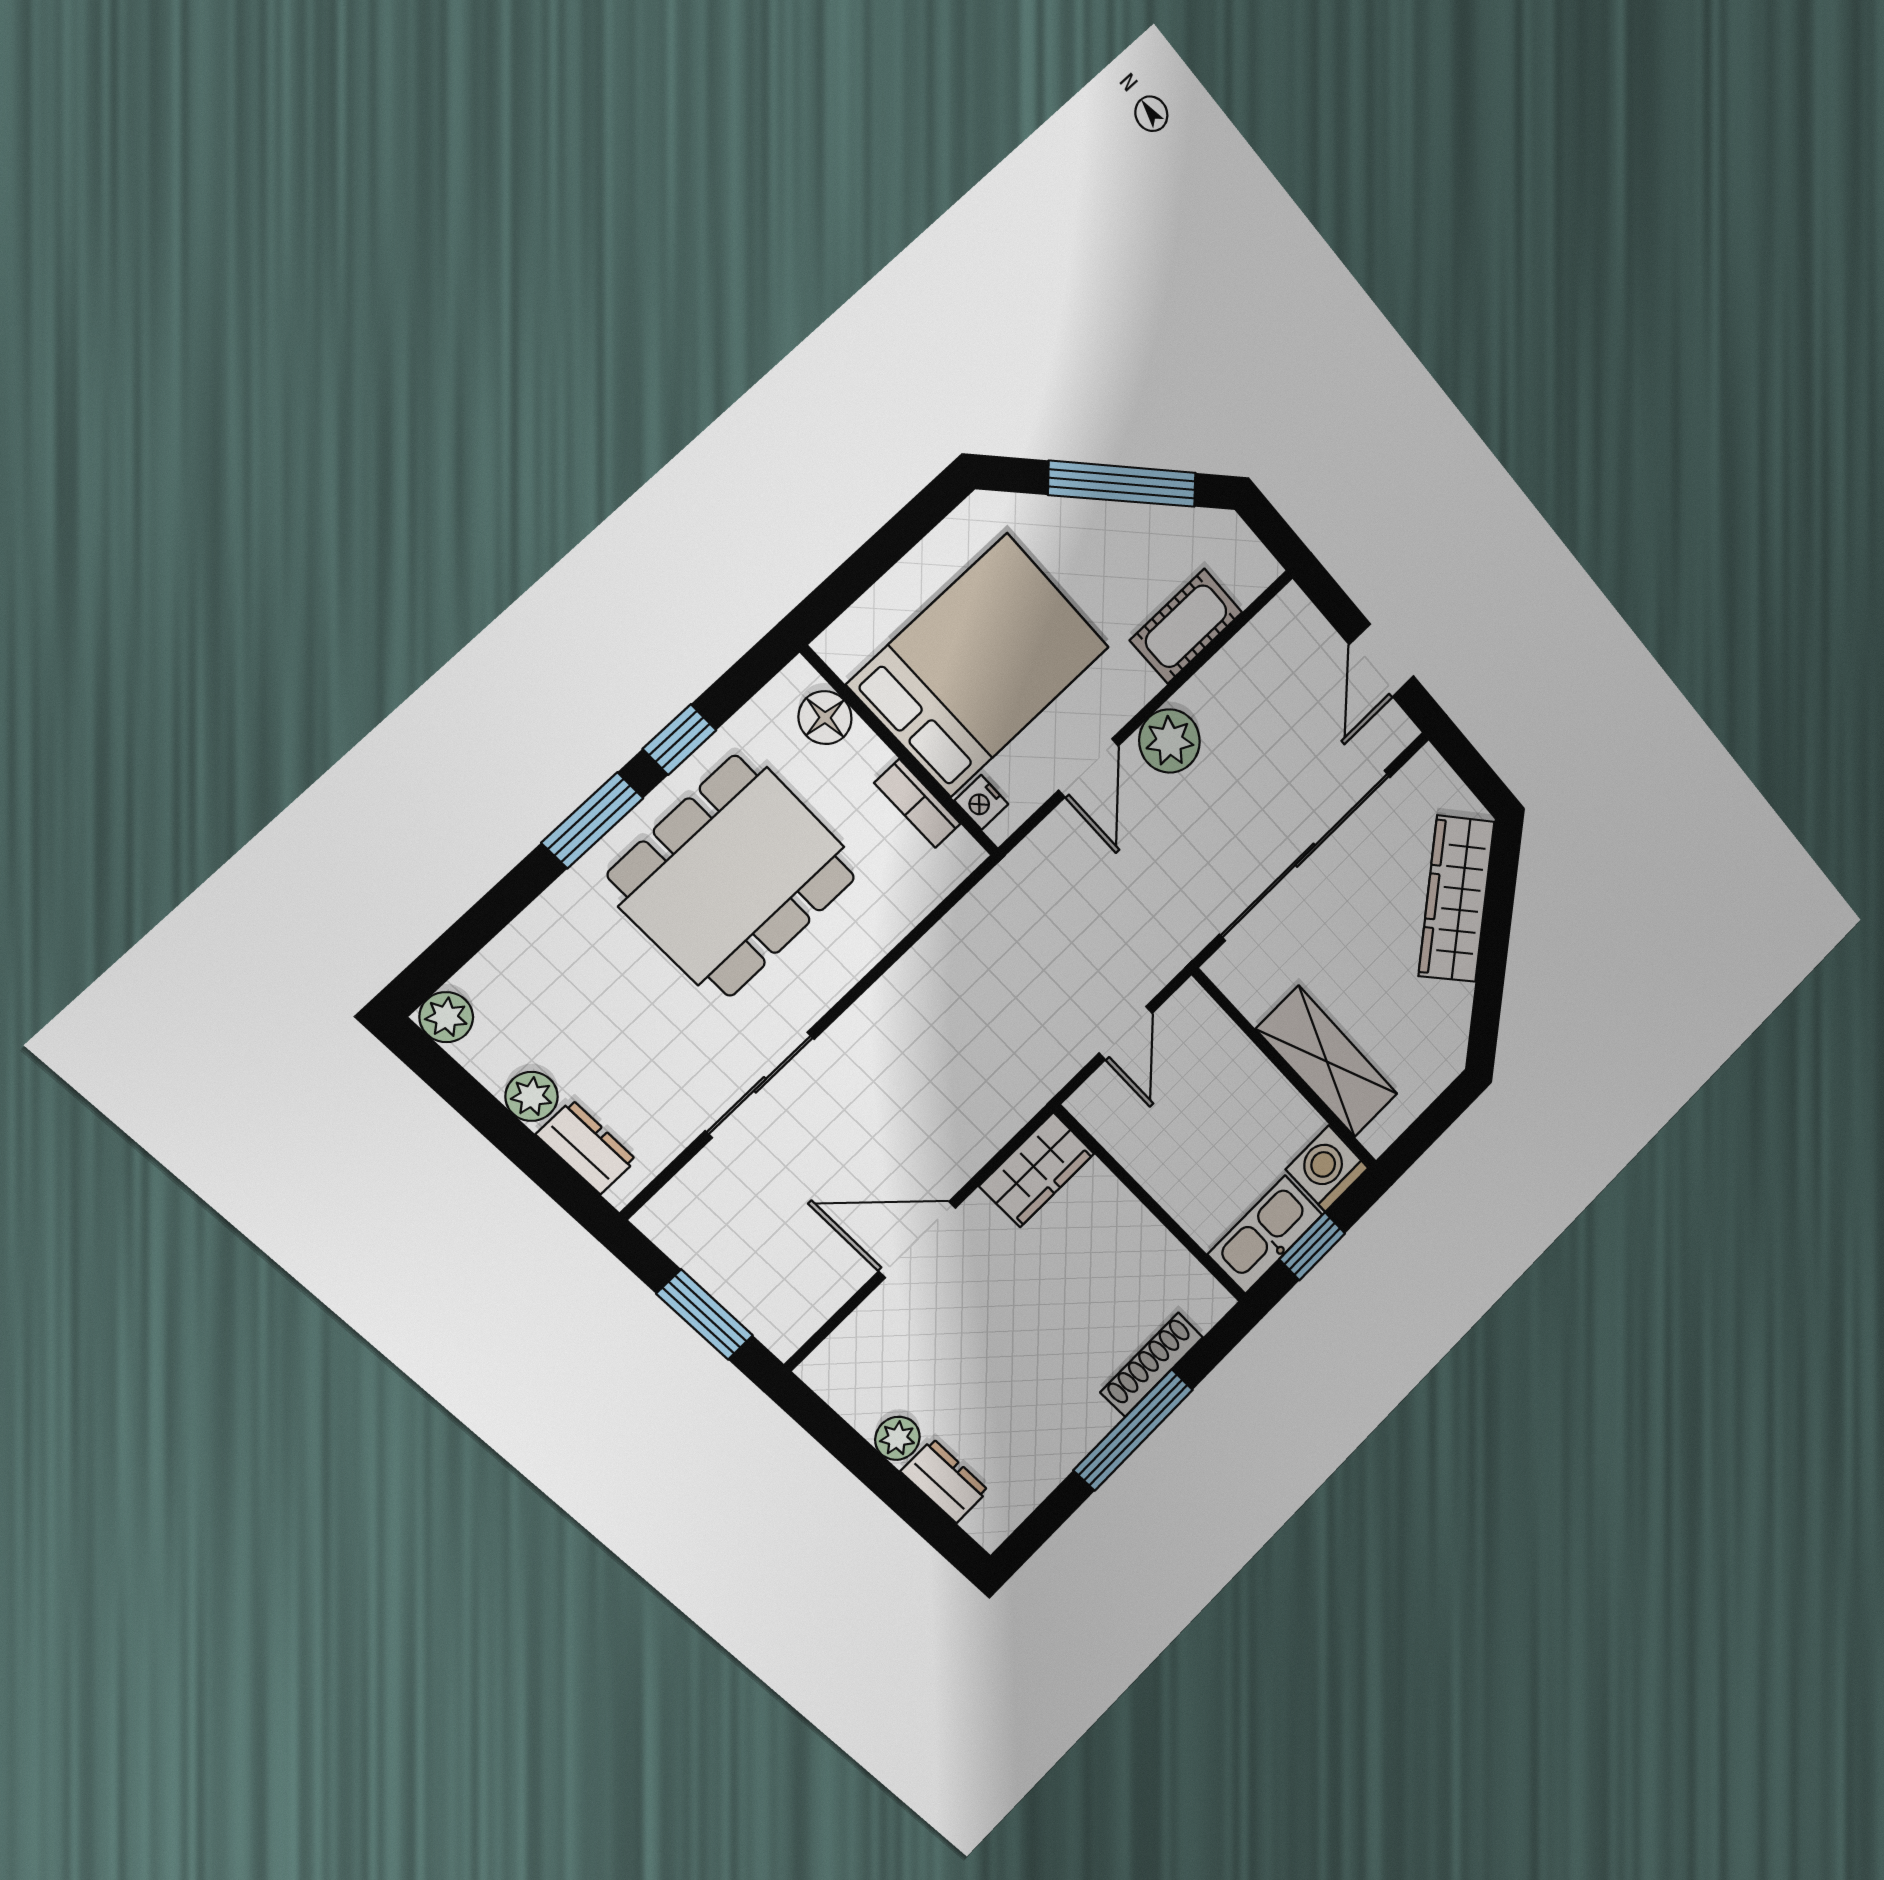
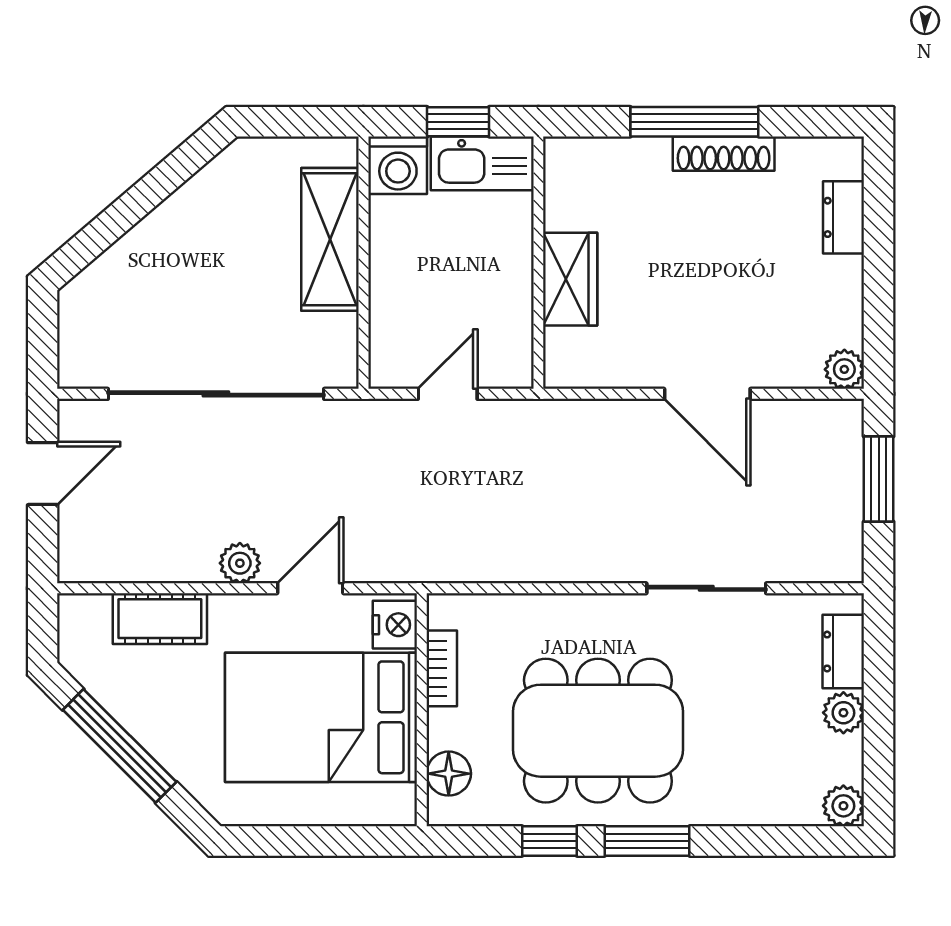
plant: (1170, 741) -> (240, 563), width x0.73, depth x0.73
nightstand: (981, 802) -> (395, 625), width x1.39, depth x1.35
wardrobe: (1456, 899) -> (135, 261), removed
wardrobe: (1037, 1170) -> (570, 279), moved, turned 90
shoe rack: (1152, 1365) -> (724, 154), moved
plant: (897, 1438) -> (844, 369), moved

